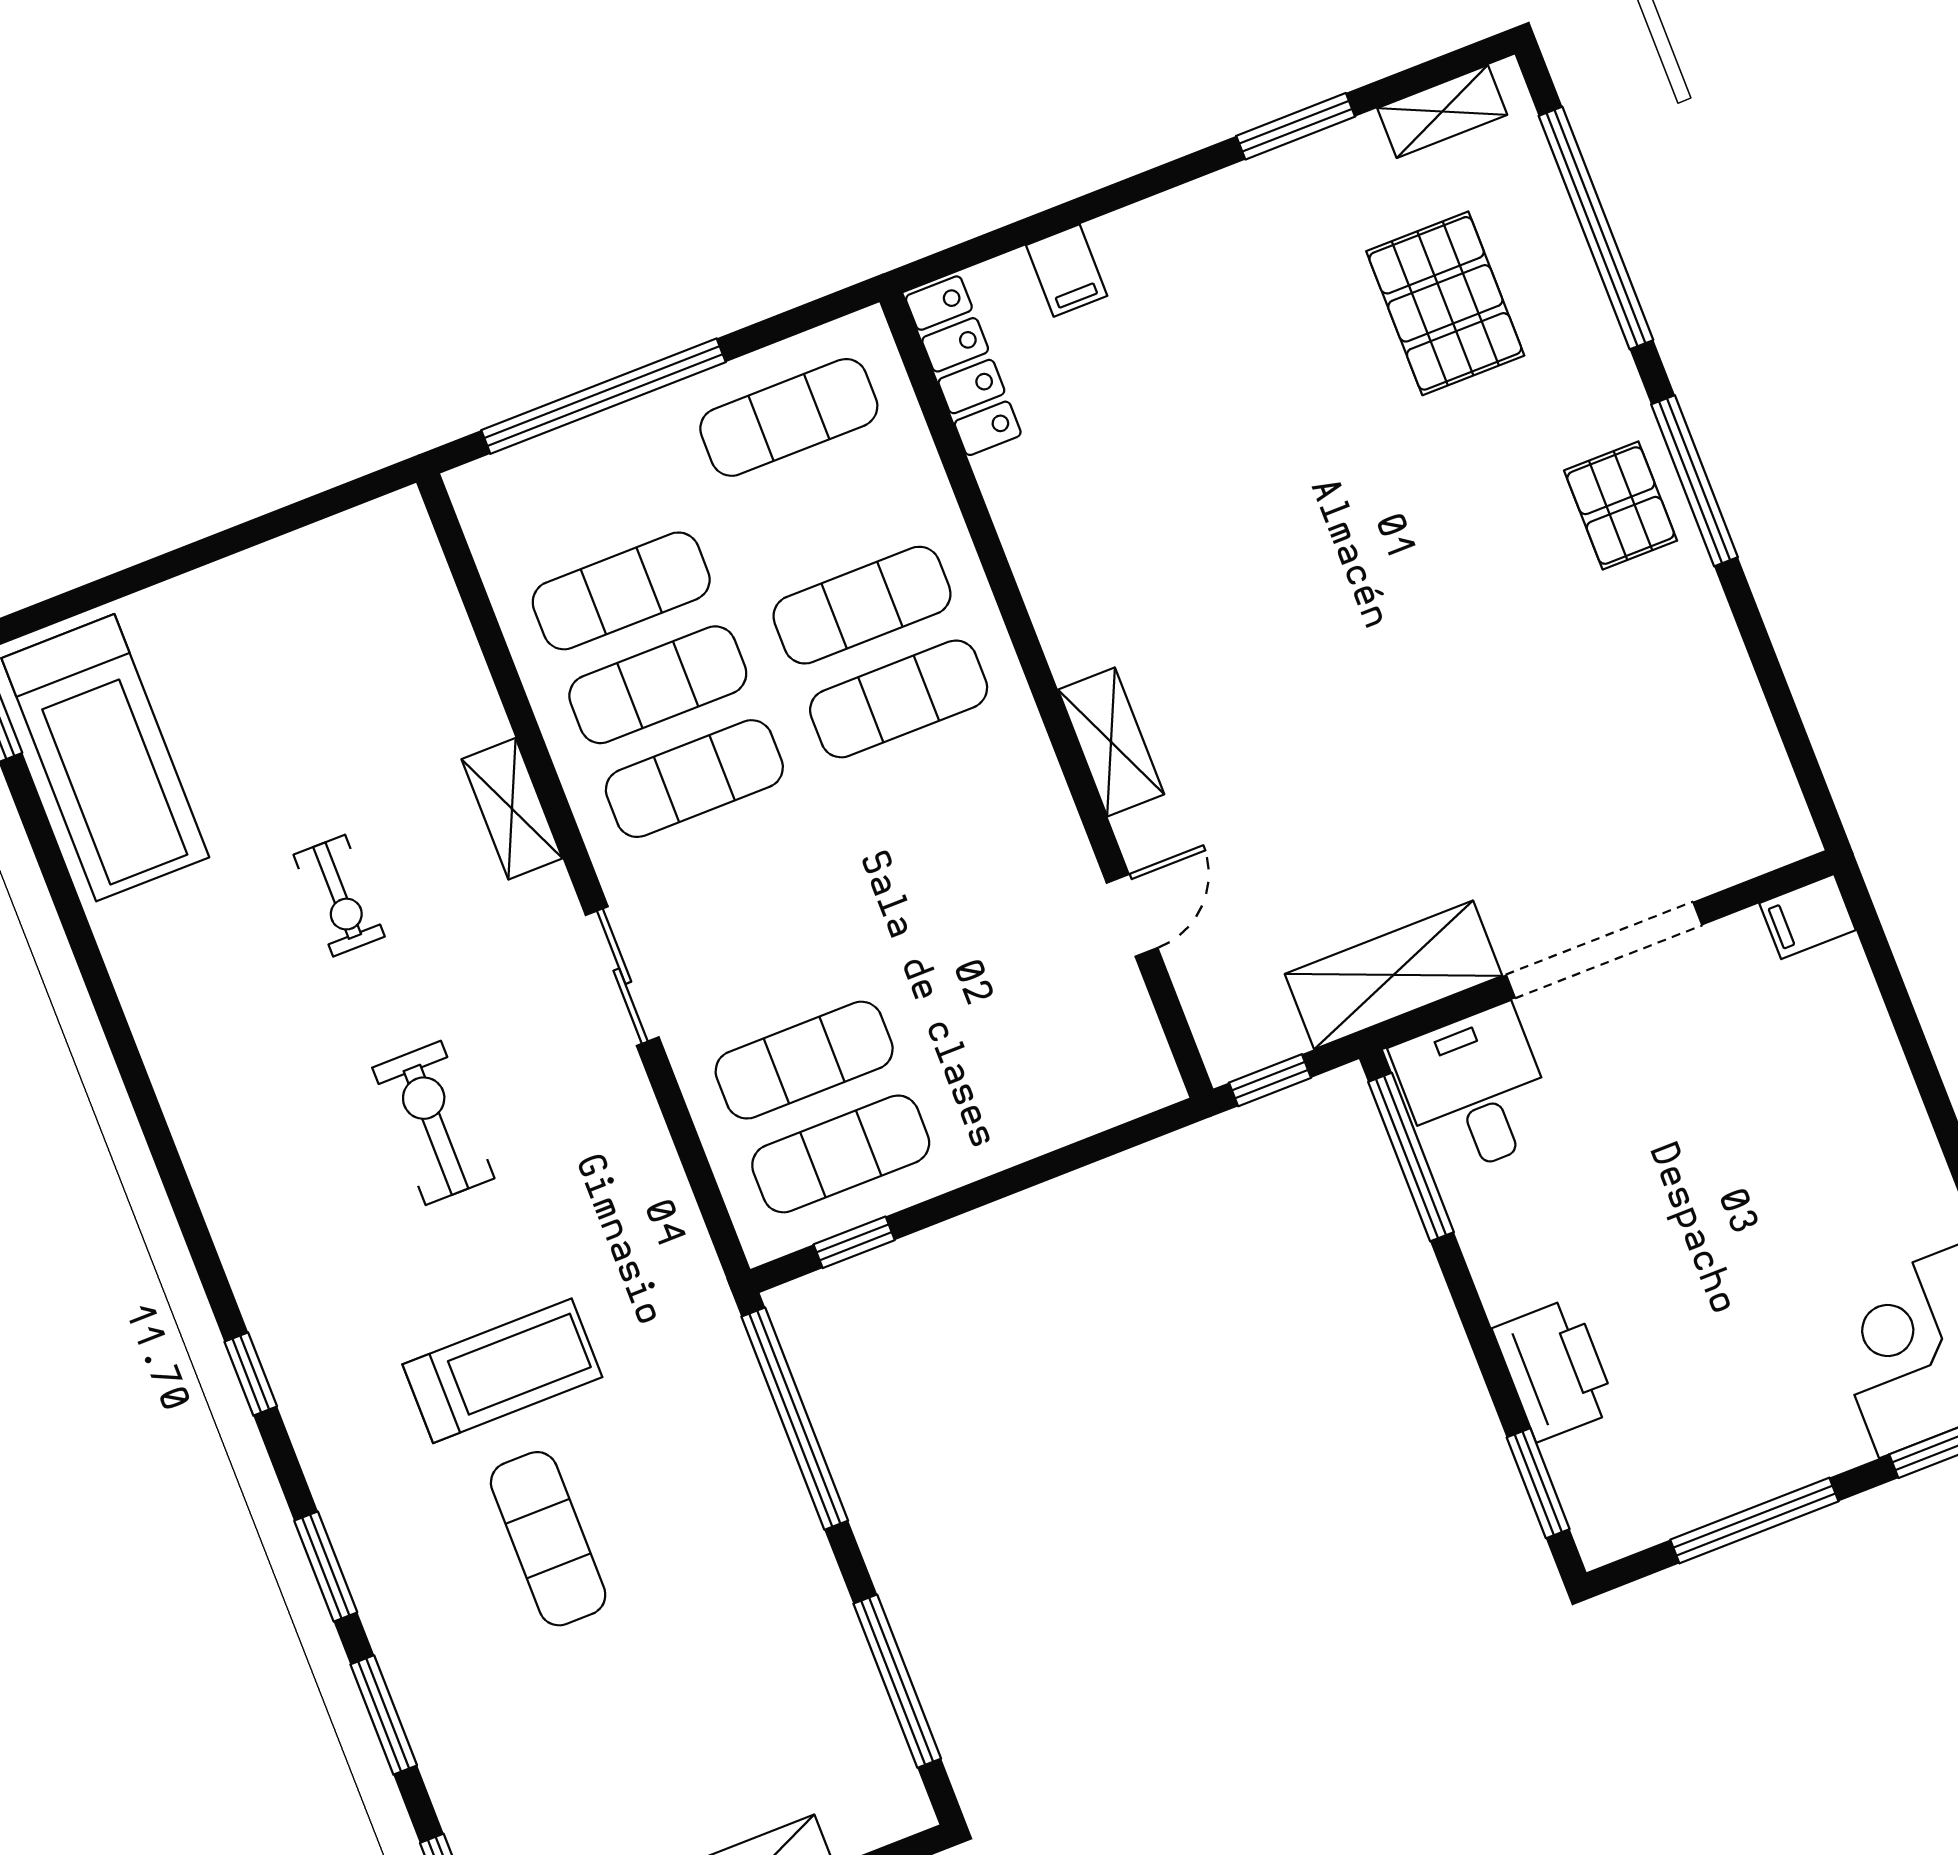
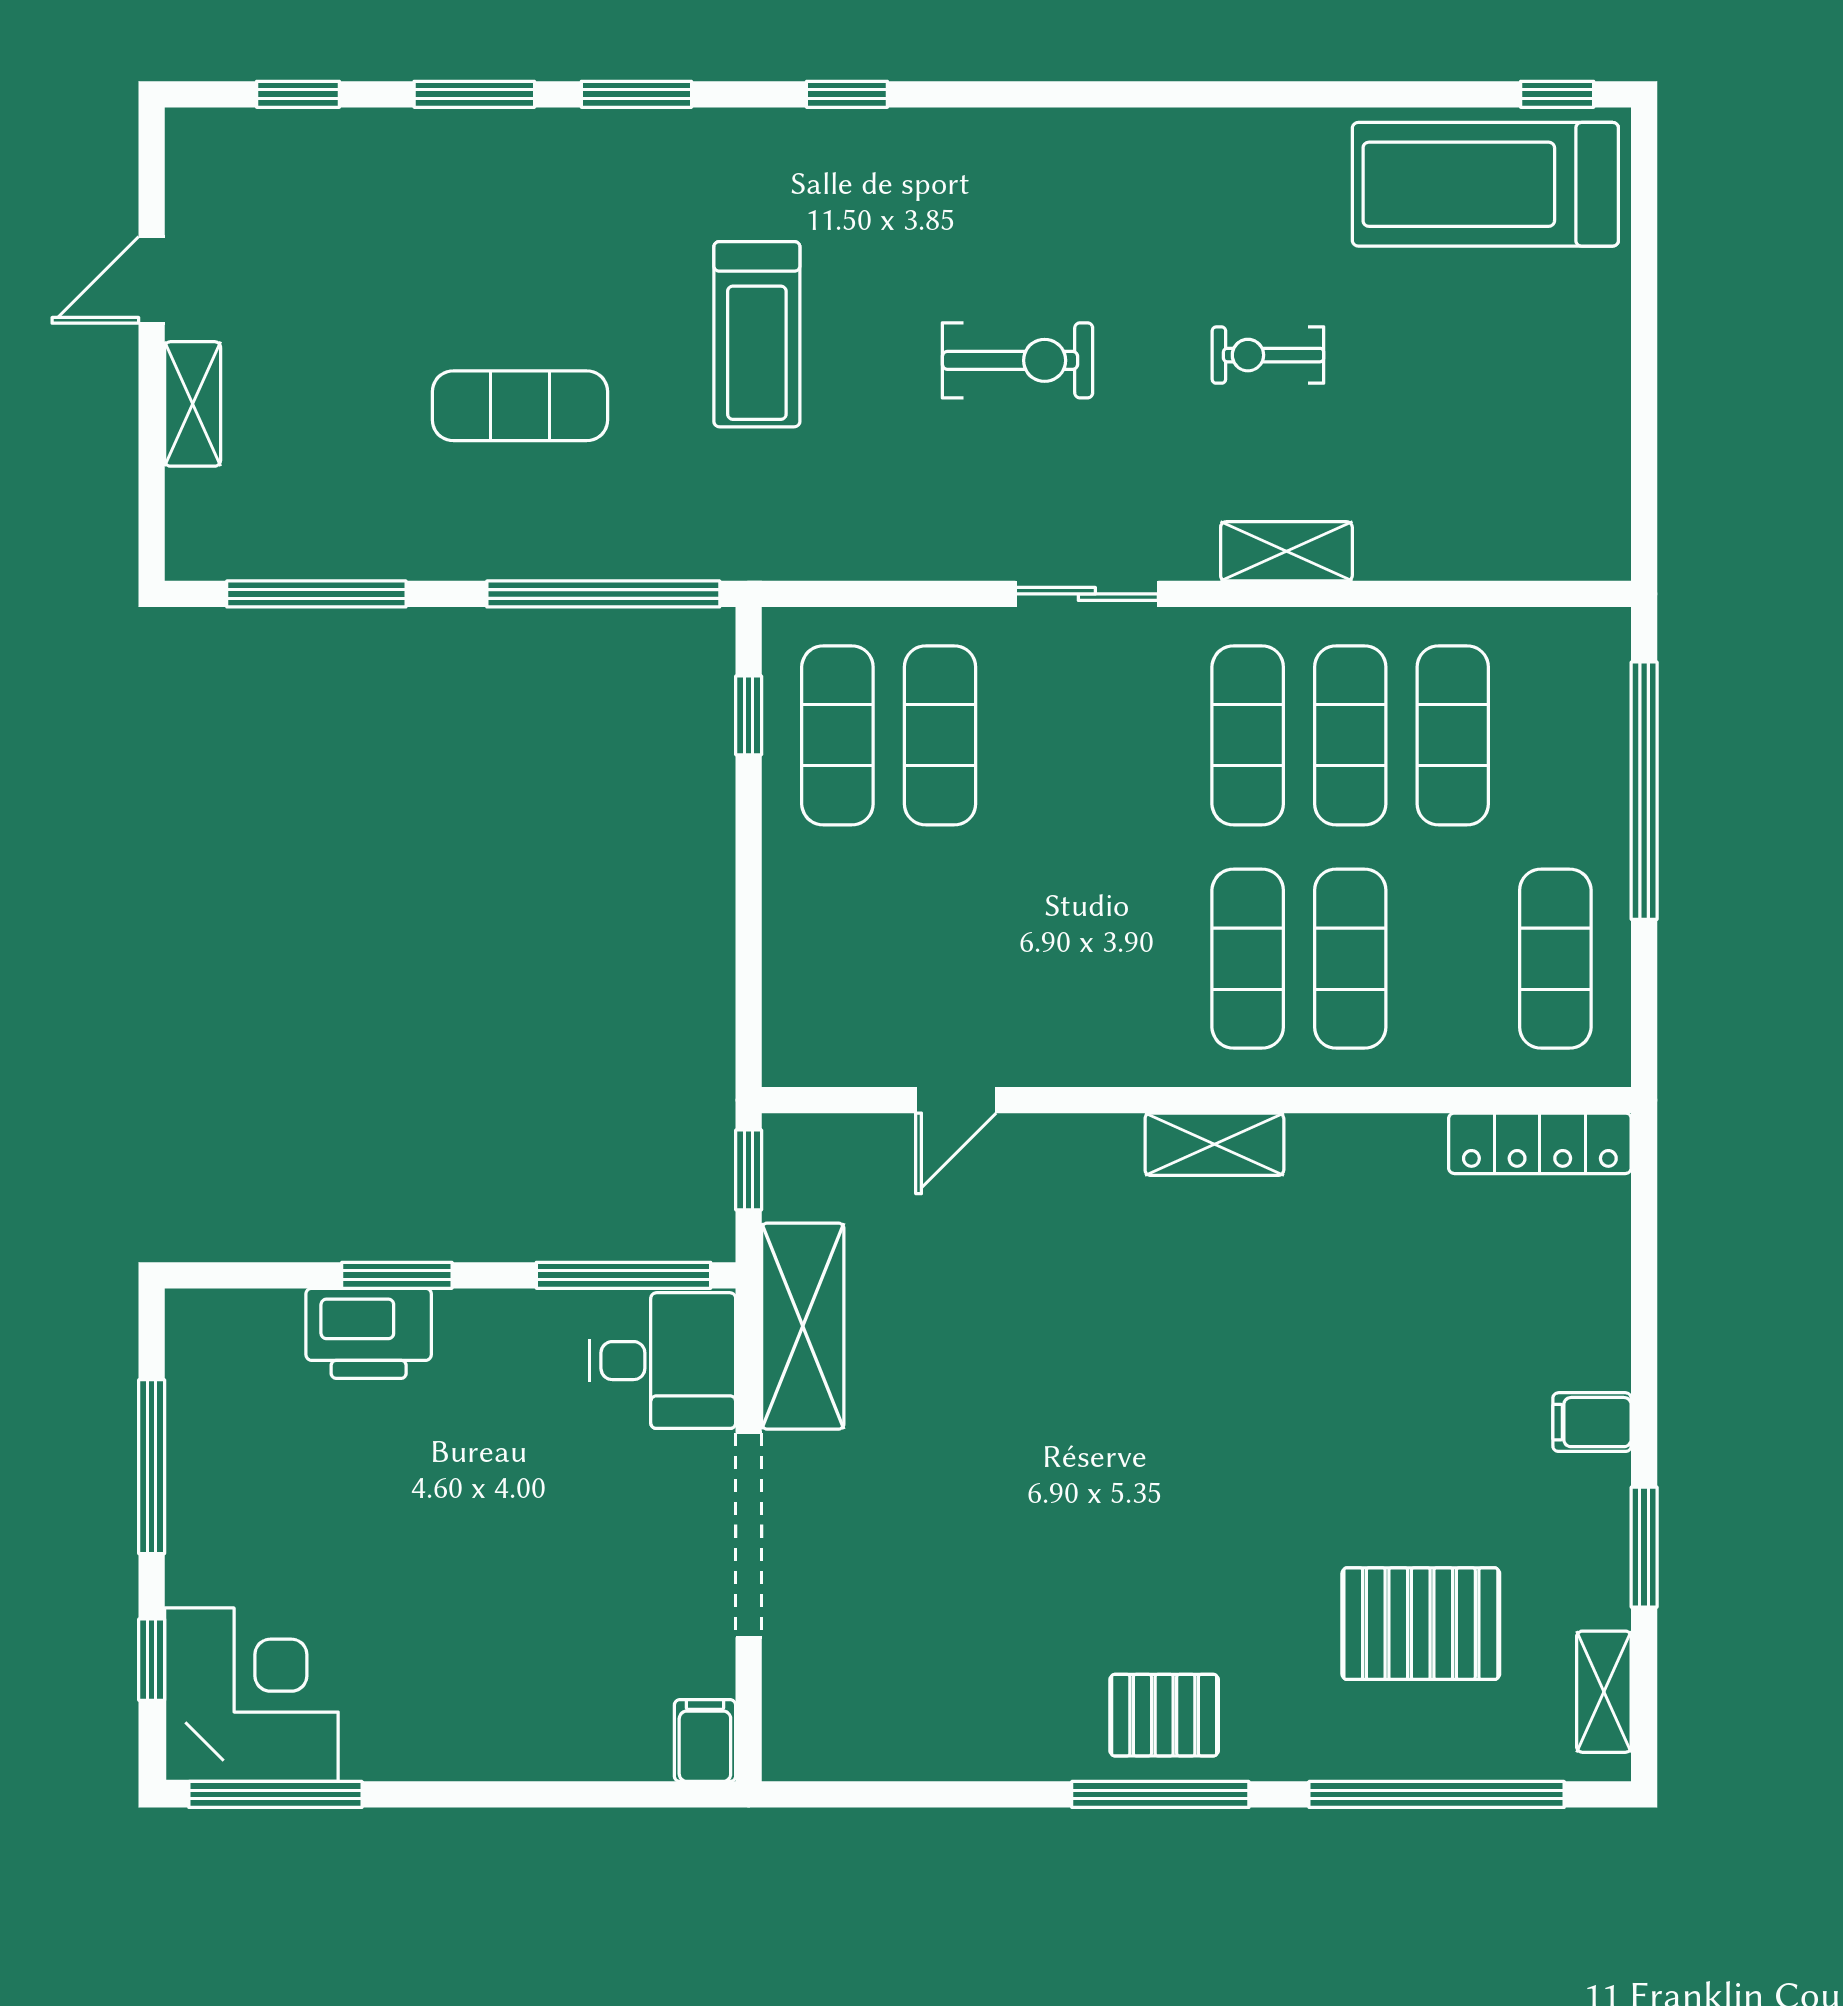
filing cabinet: (1067, 270) -> (1592, 1422), moved
shelving: (1111, 742) -> (1214, 1144), moved
door: (1132, 915) -> (956, 1100), hinge flipped
window: (1538, 1483) -> (397, 1275), moved
exercise mat: (548, 1539) -> (520, 406), moved

